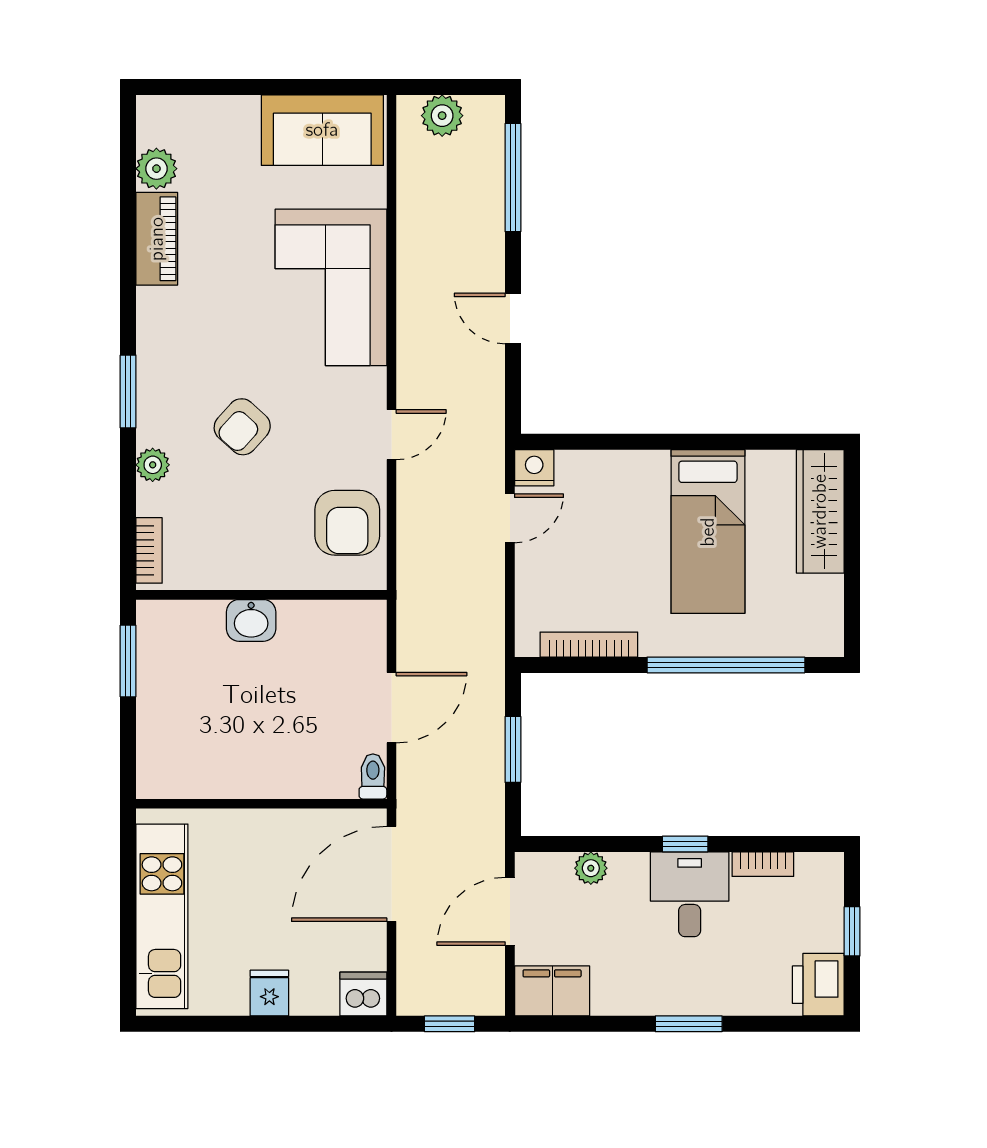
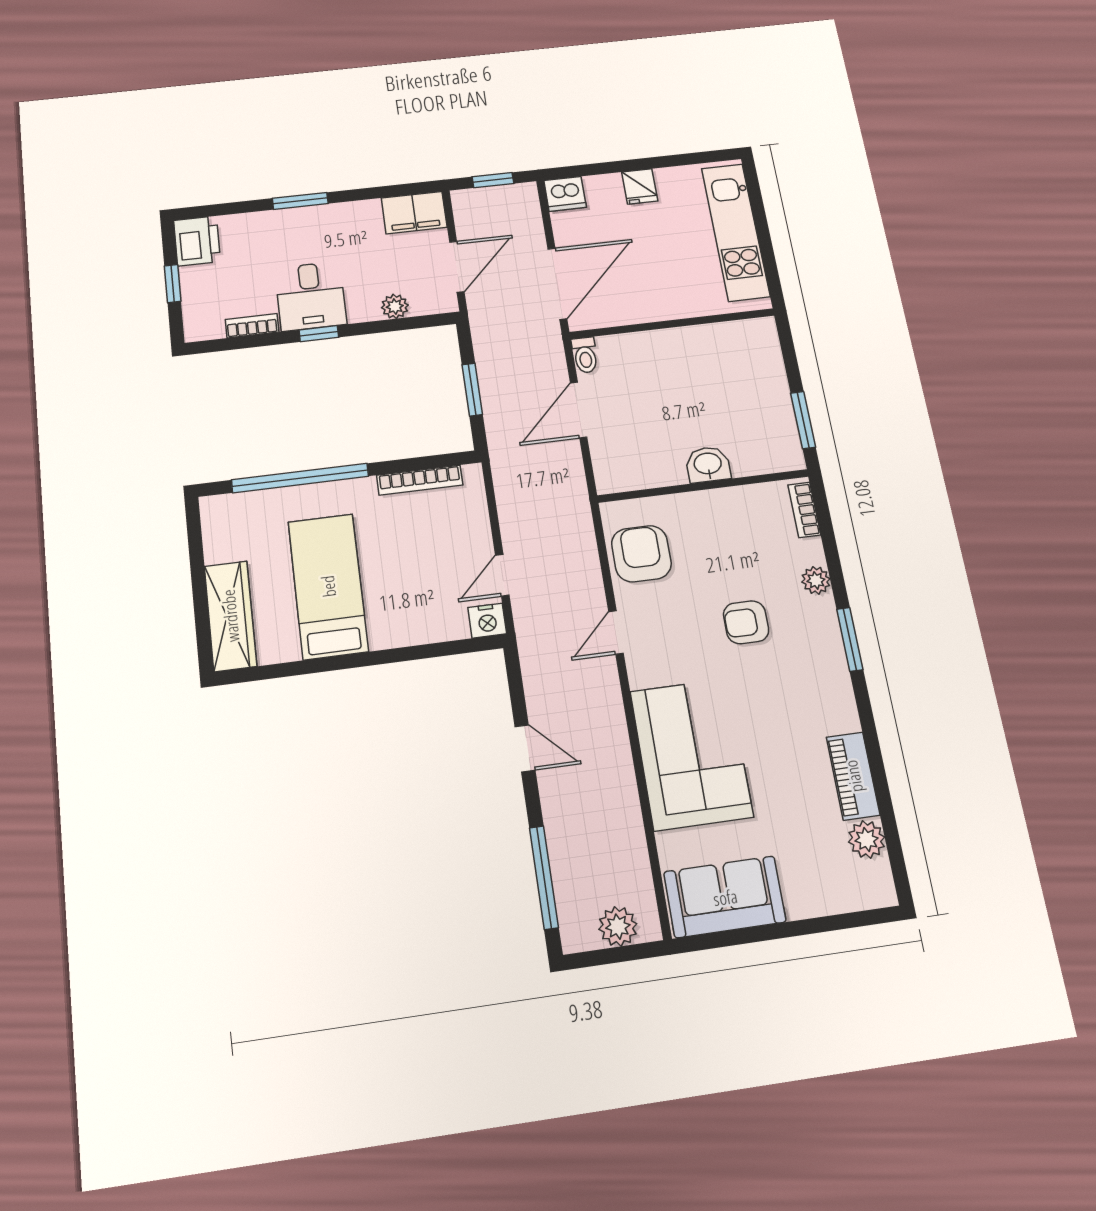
armchair: (242, 427) -> (746, 622), turned -132

